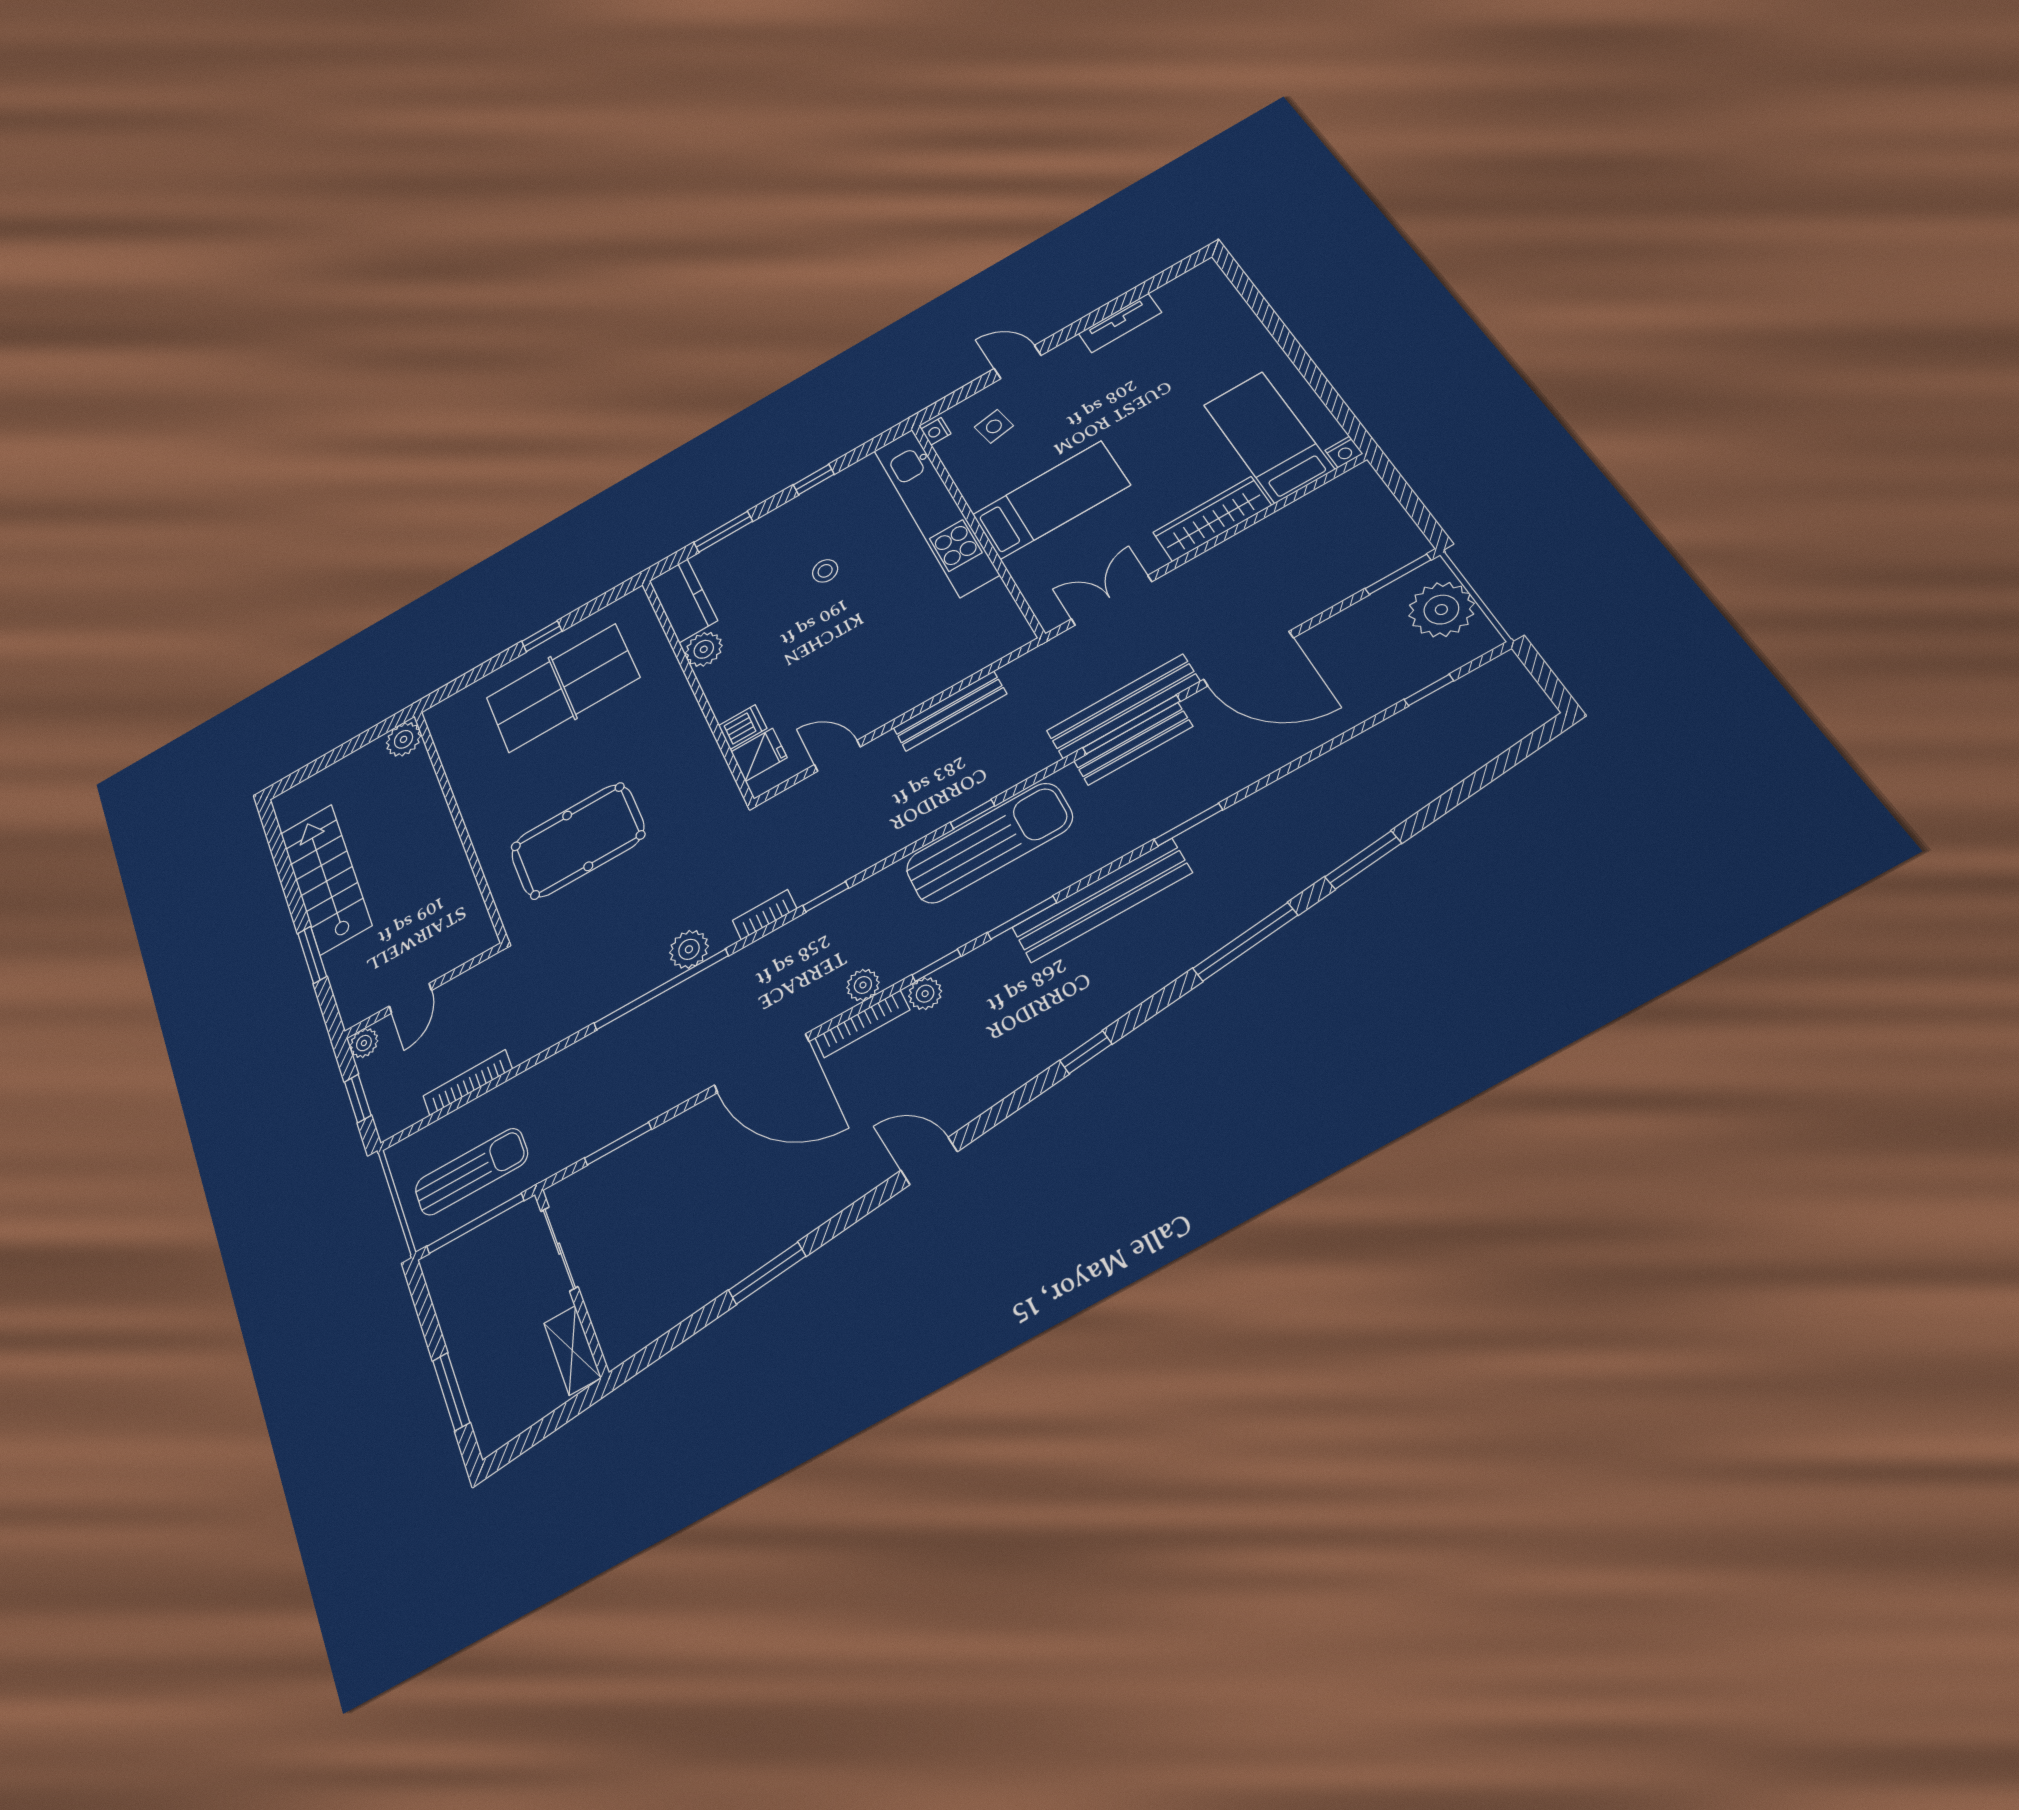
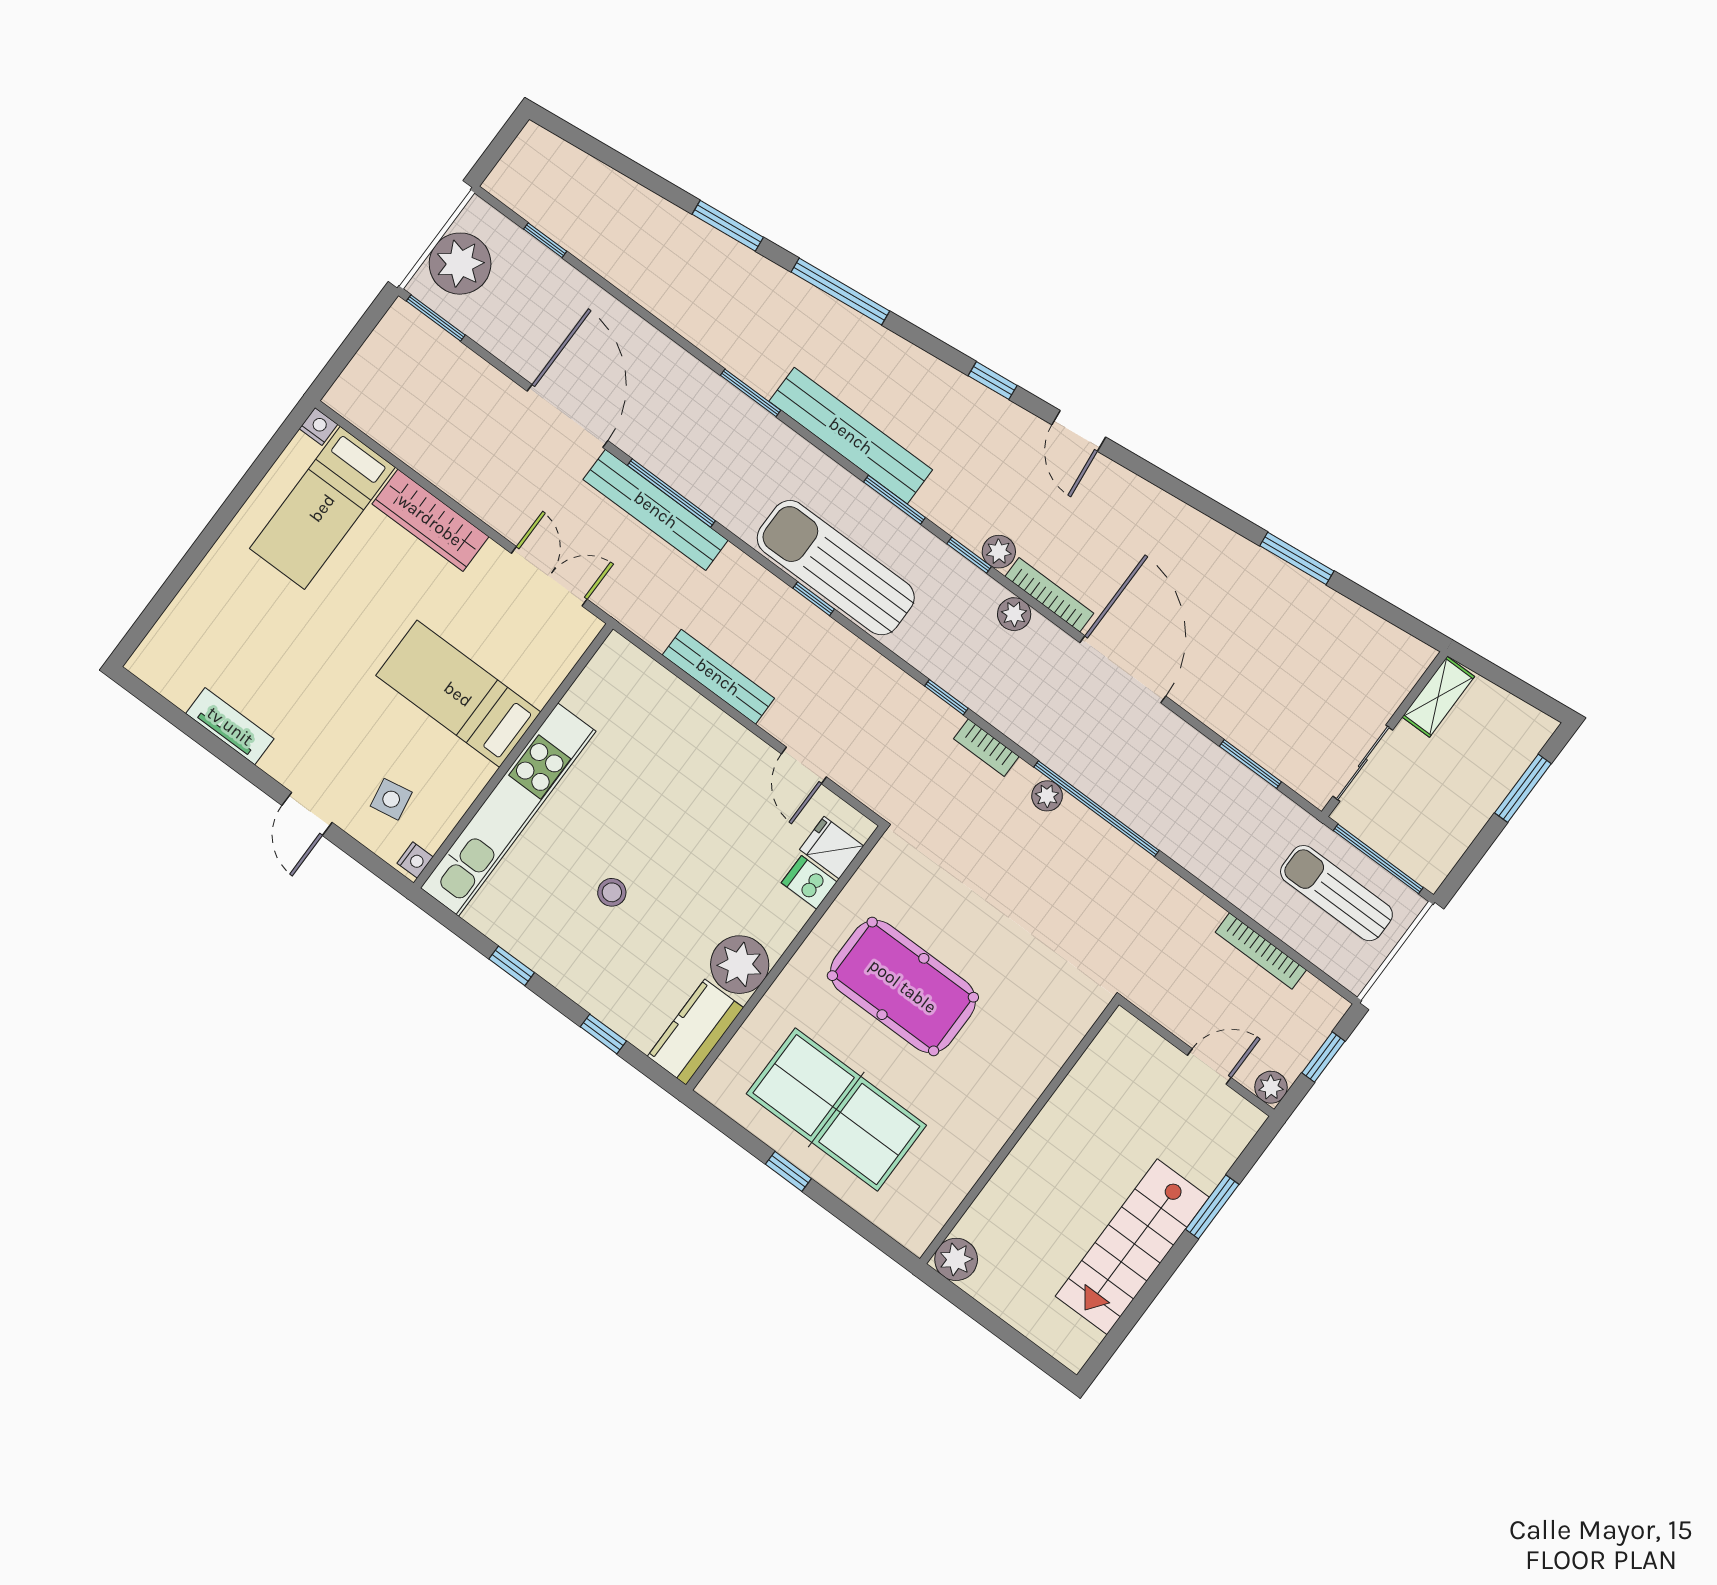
window: (723, 532) -> (603, 1034), width x0.67
double door: (1111, 600) -> (549, 576), swing flipped
plant: (704, 649) -> (740, 965), width x1.36, depth x1.36
bench: (1133, 744) -> (690, 482), removed
pool table: (578, 841) -> (903, 986), moved
plant: (689, 949) -> (1047, 796), width x0.73, depth x0.73
door: (929, 1161) -> (1079, 431), moved

